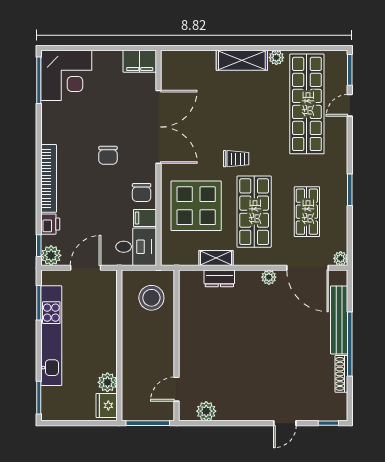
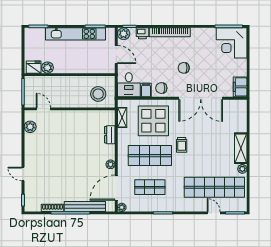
shelving: (216, 258) -> (122, 118), moved

